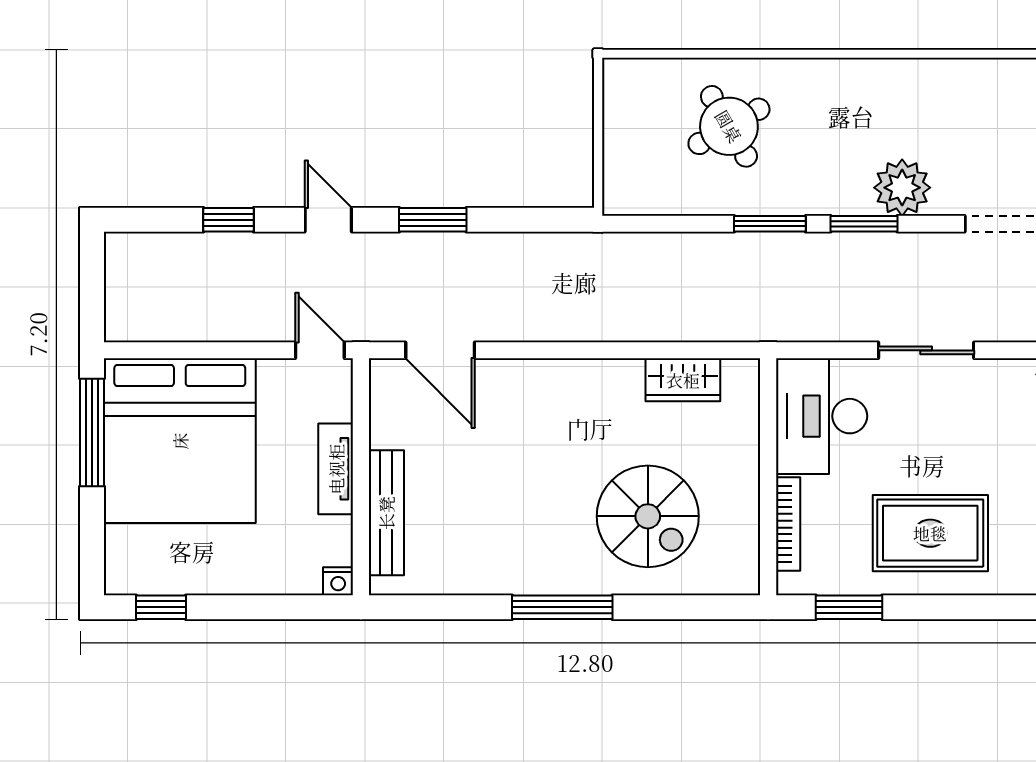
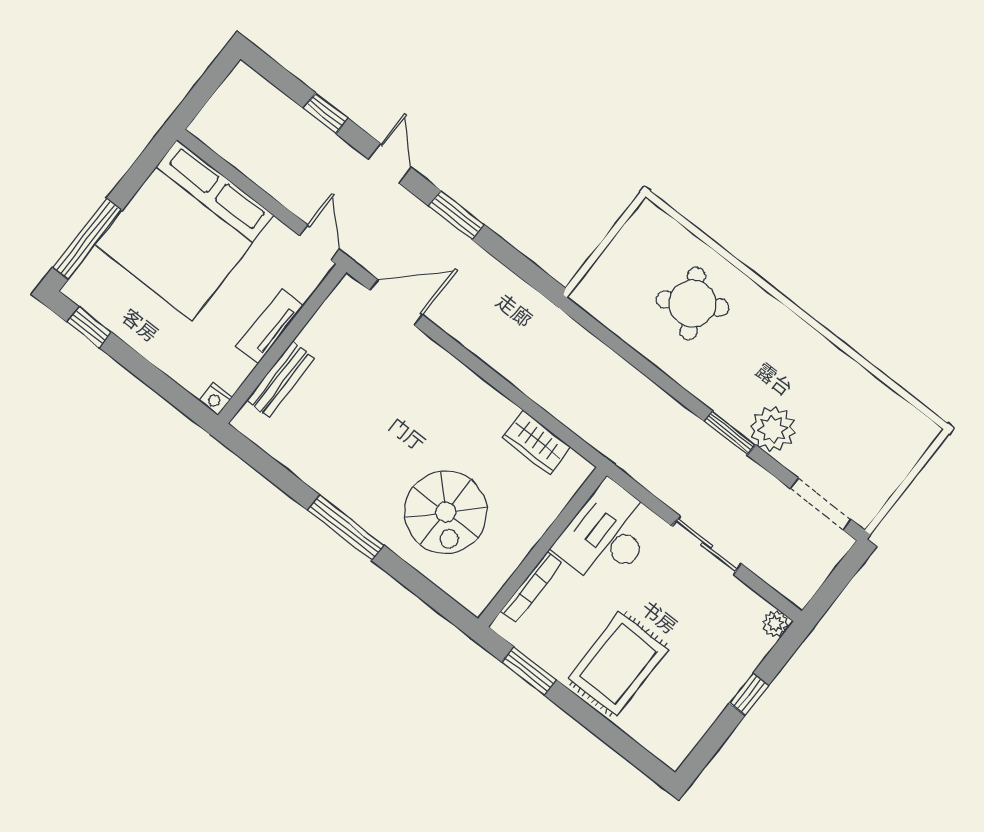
window: (770, 224) -> (670, 386), removed
door: (440, 350) -> (396, 302), swing flipped
window: (92, 432) -> (87, 239), moved
bench: (386, 513) -> (280, 379), width x0.73
rug: (930, 533) -> (618, 664), turned 90

